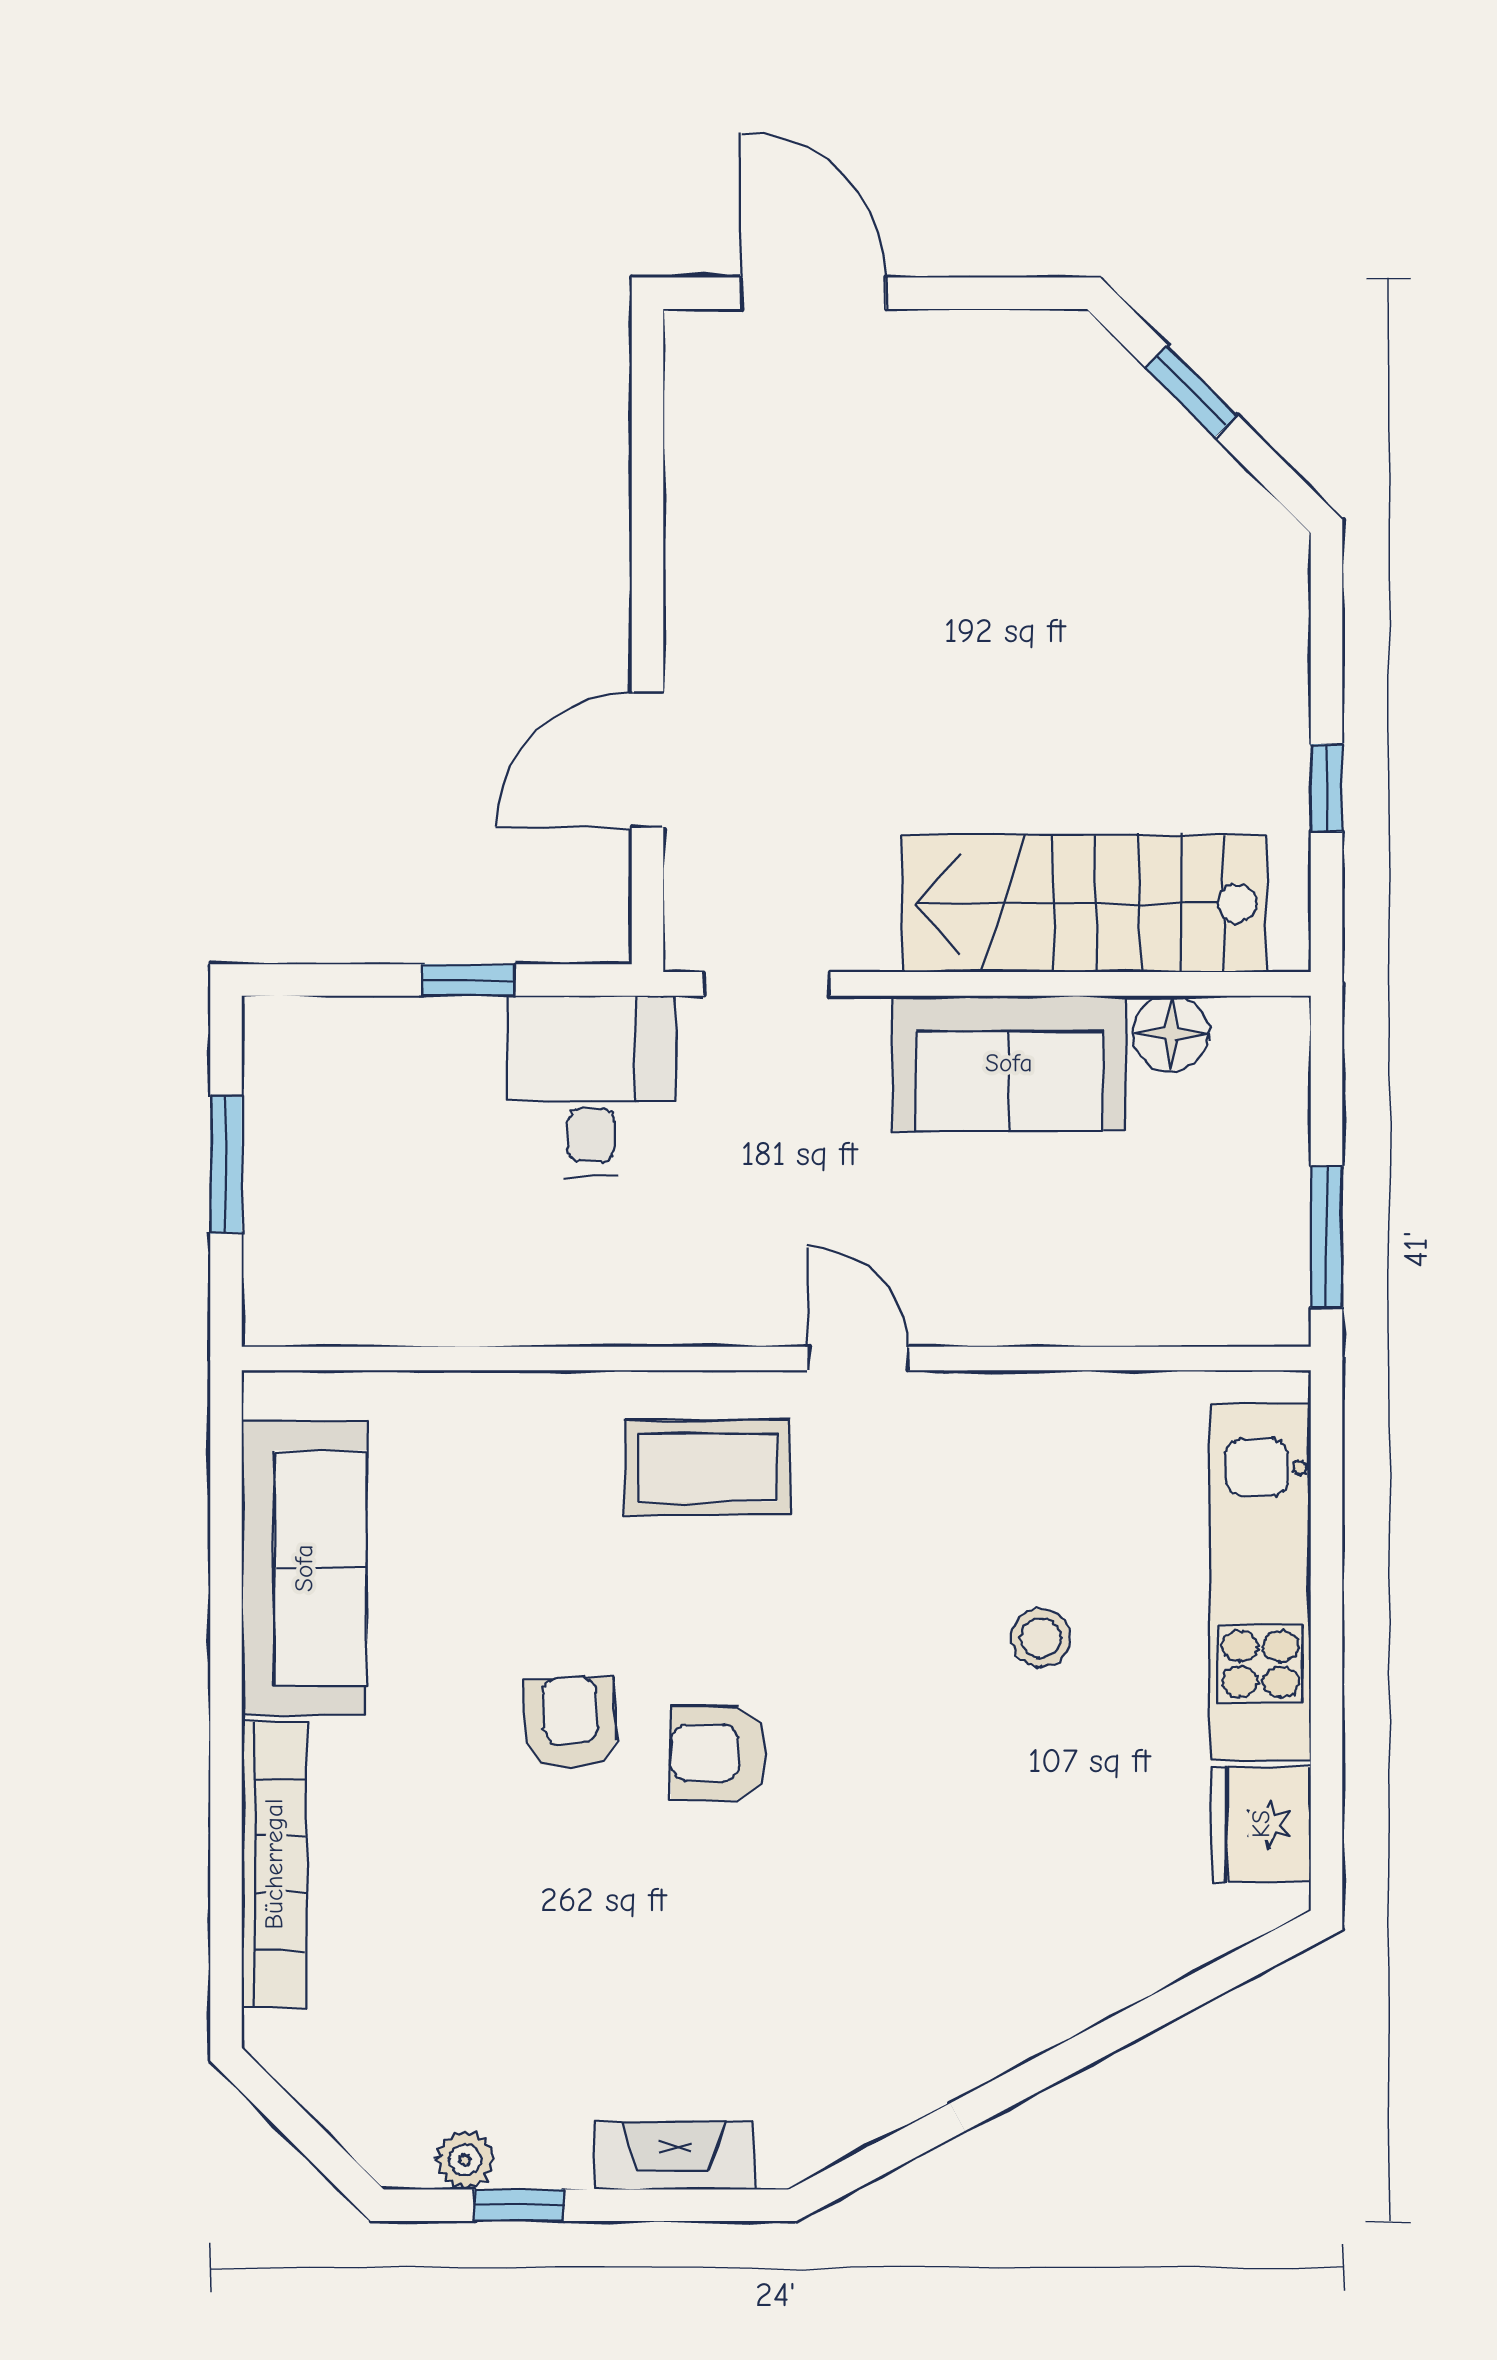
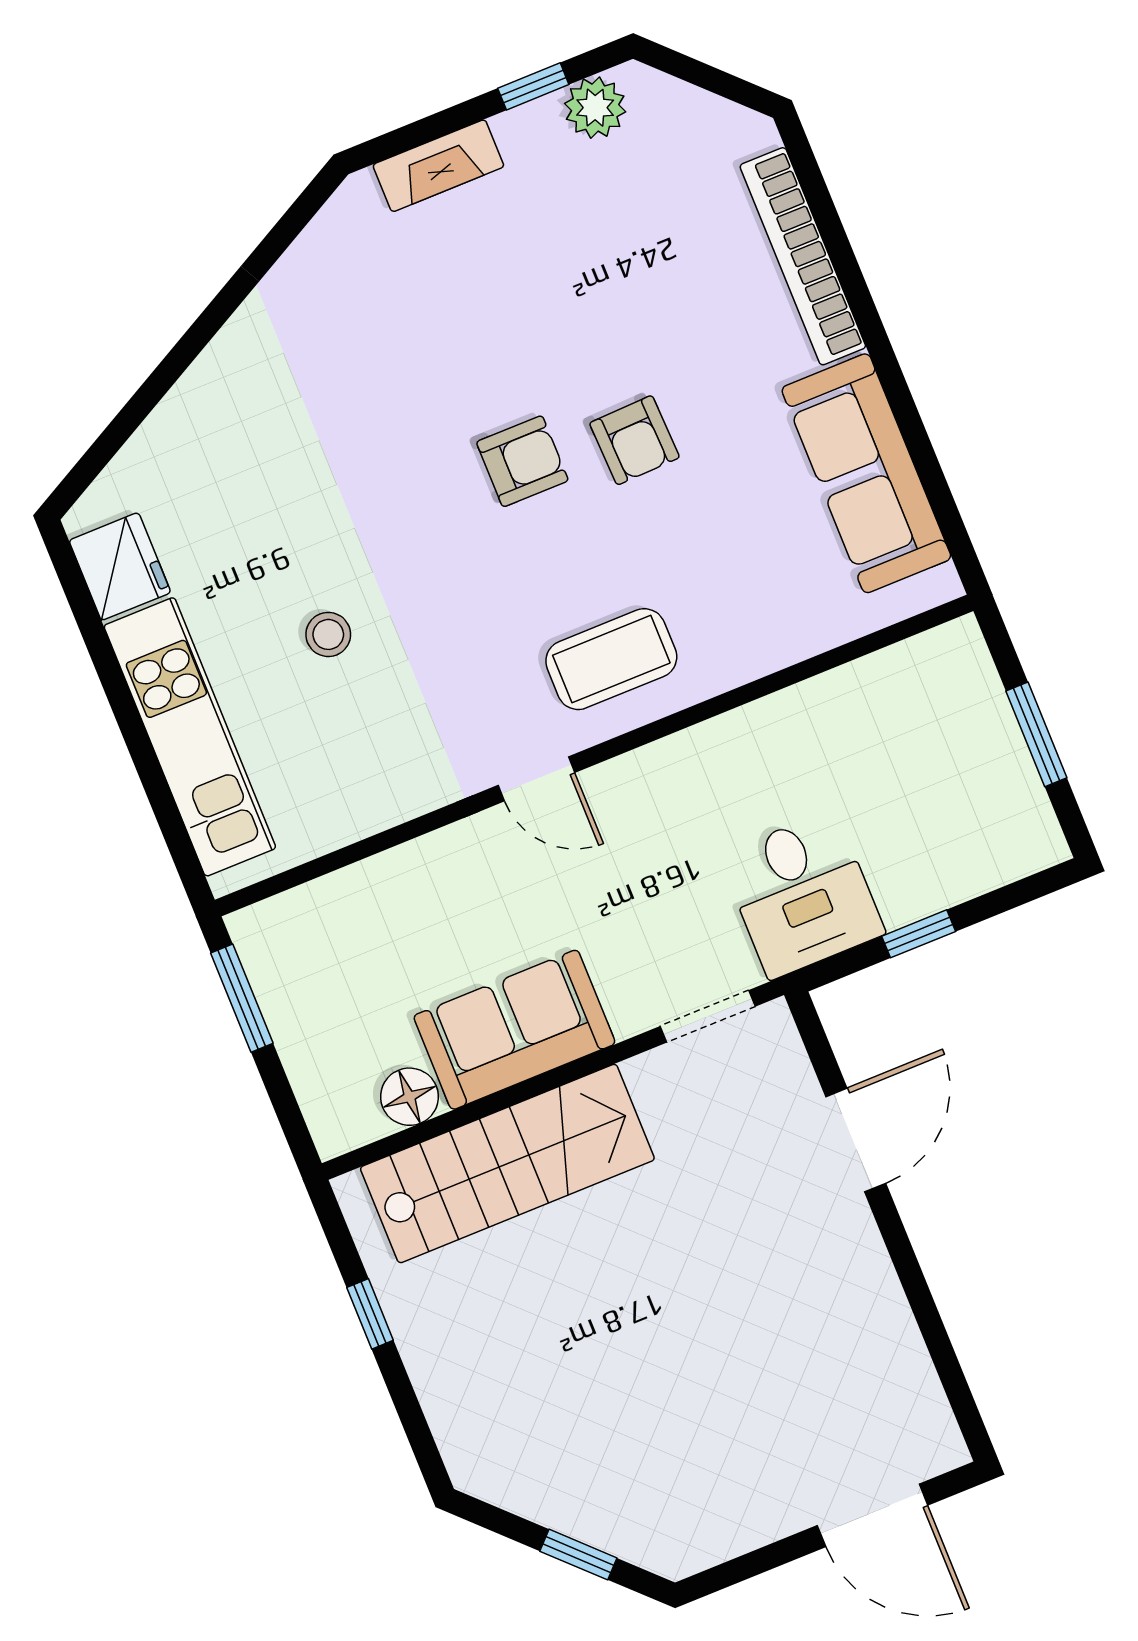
plant: (465, 2160) -> (595, 108), width x1.38, depth x1.38

